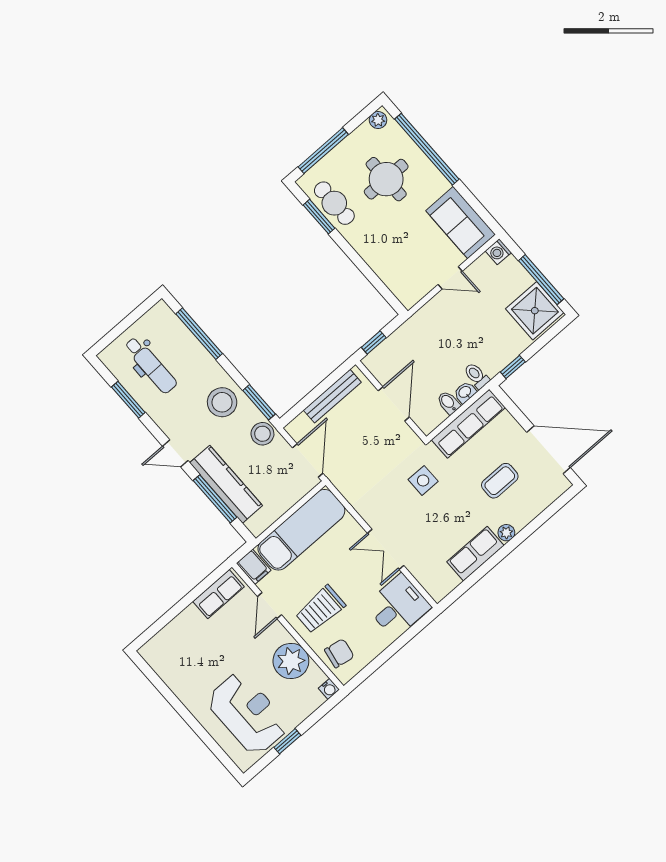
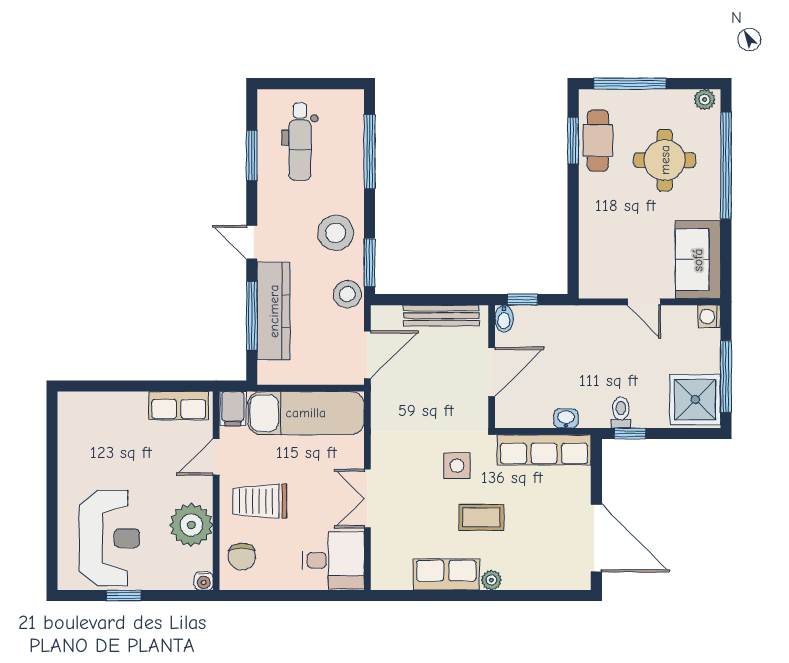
toilet: (477, 376) -> (621, 412), moved
bidet: (449, 403) -> (504, 319), moved, turned 180
coffee table: (500, 481) -> (481, 517), moved
chair: (339, 653) -> (242, 557), turned 80

